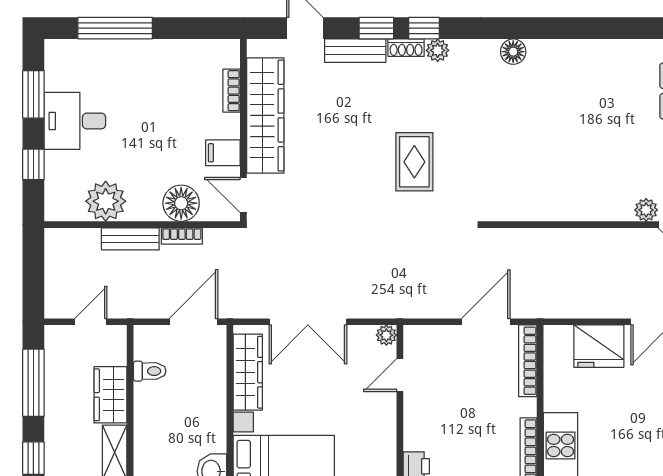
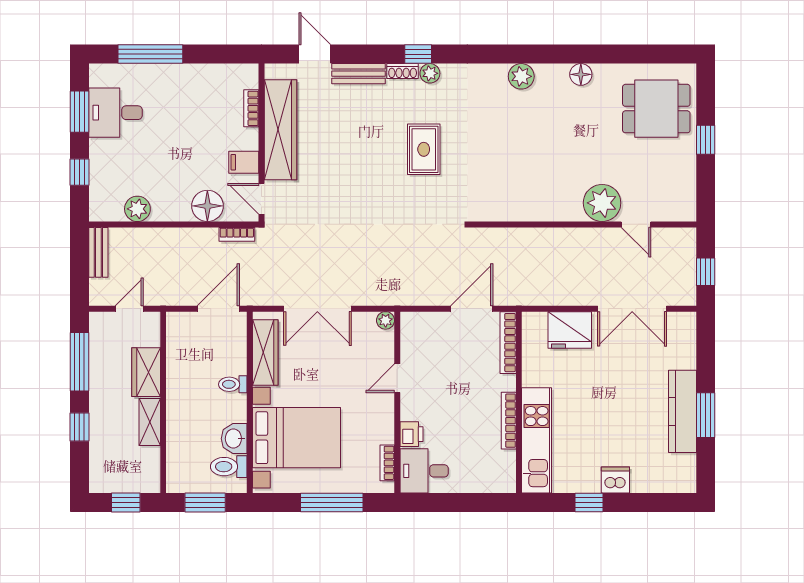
window: (376, 28) -> (377, 54), removed
floor lamp: (513, 52) -> (581, 74), moved
plant: (543, 54) -> (521, 76), added
desk: (75, 121) -> (115, 113), moved
rug: (414, 162) -> (424, 149), moved
plant: (106, 201) -> (137, 209), width x0.73, depth x0.73
plant: (646, 210) -> (602, 203), width x1.87, depth x1.87
bookcase: (182, 236) -> (237, 234), moved
bench: (130, 239) -> (98, 252), moved, turned 90
toilet: (150, 371) -> (233, 384), moved, turned 180
door: (400, 375) -> (397, 378), moved

